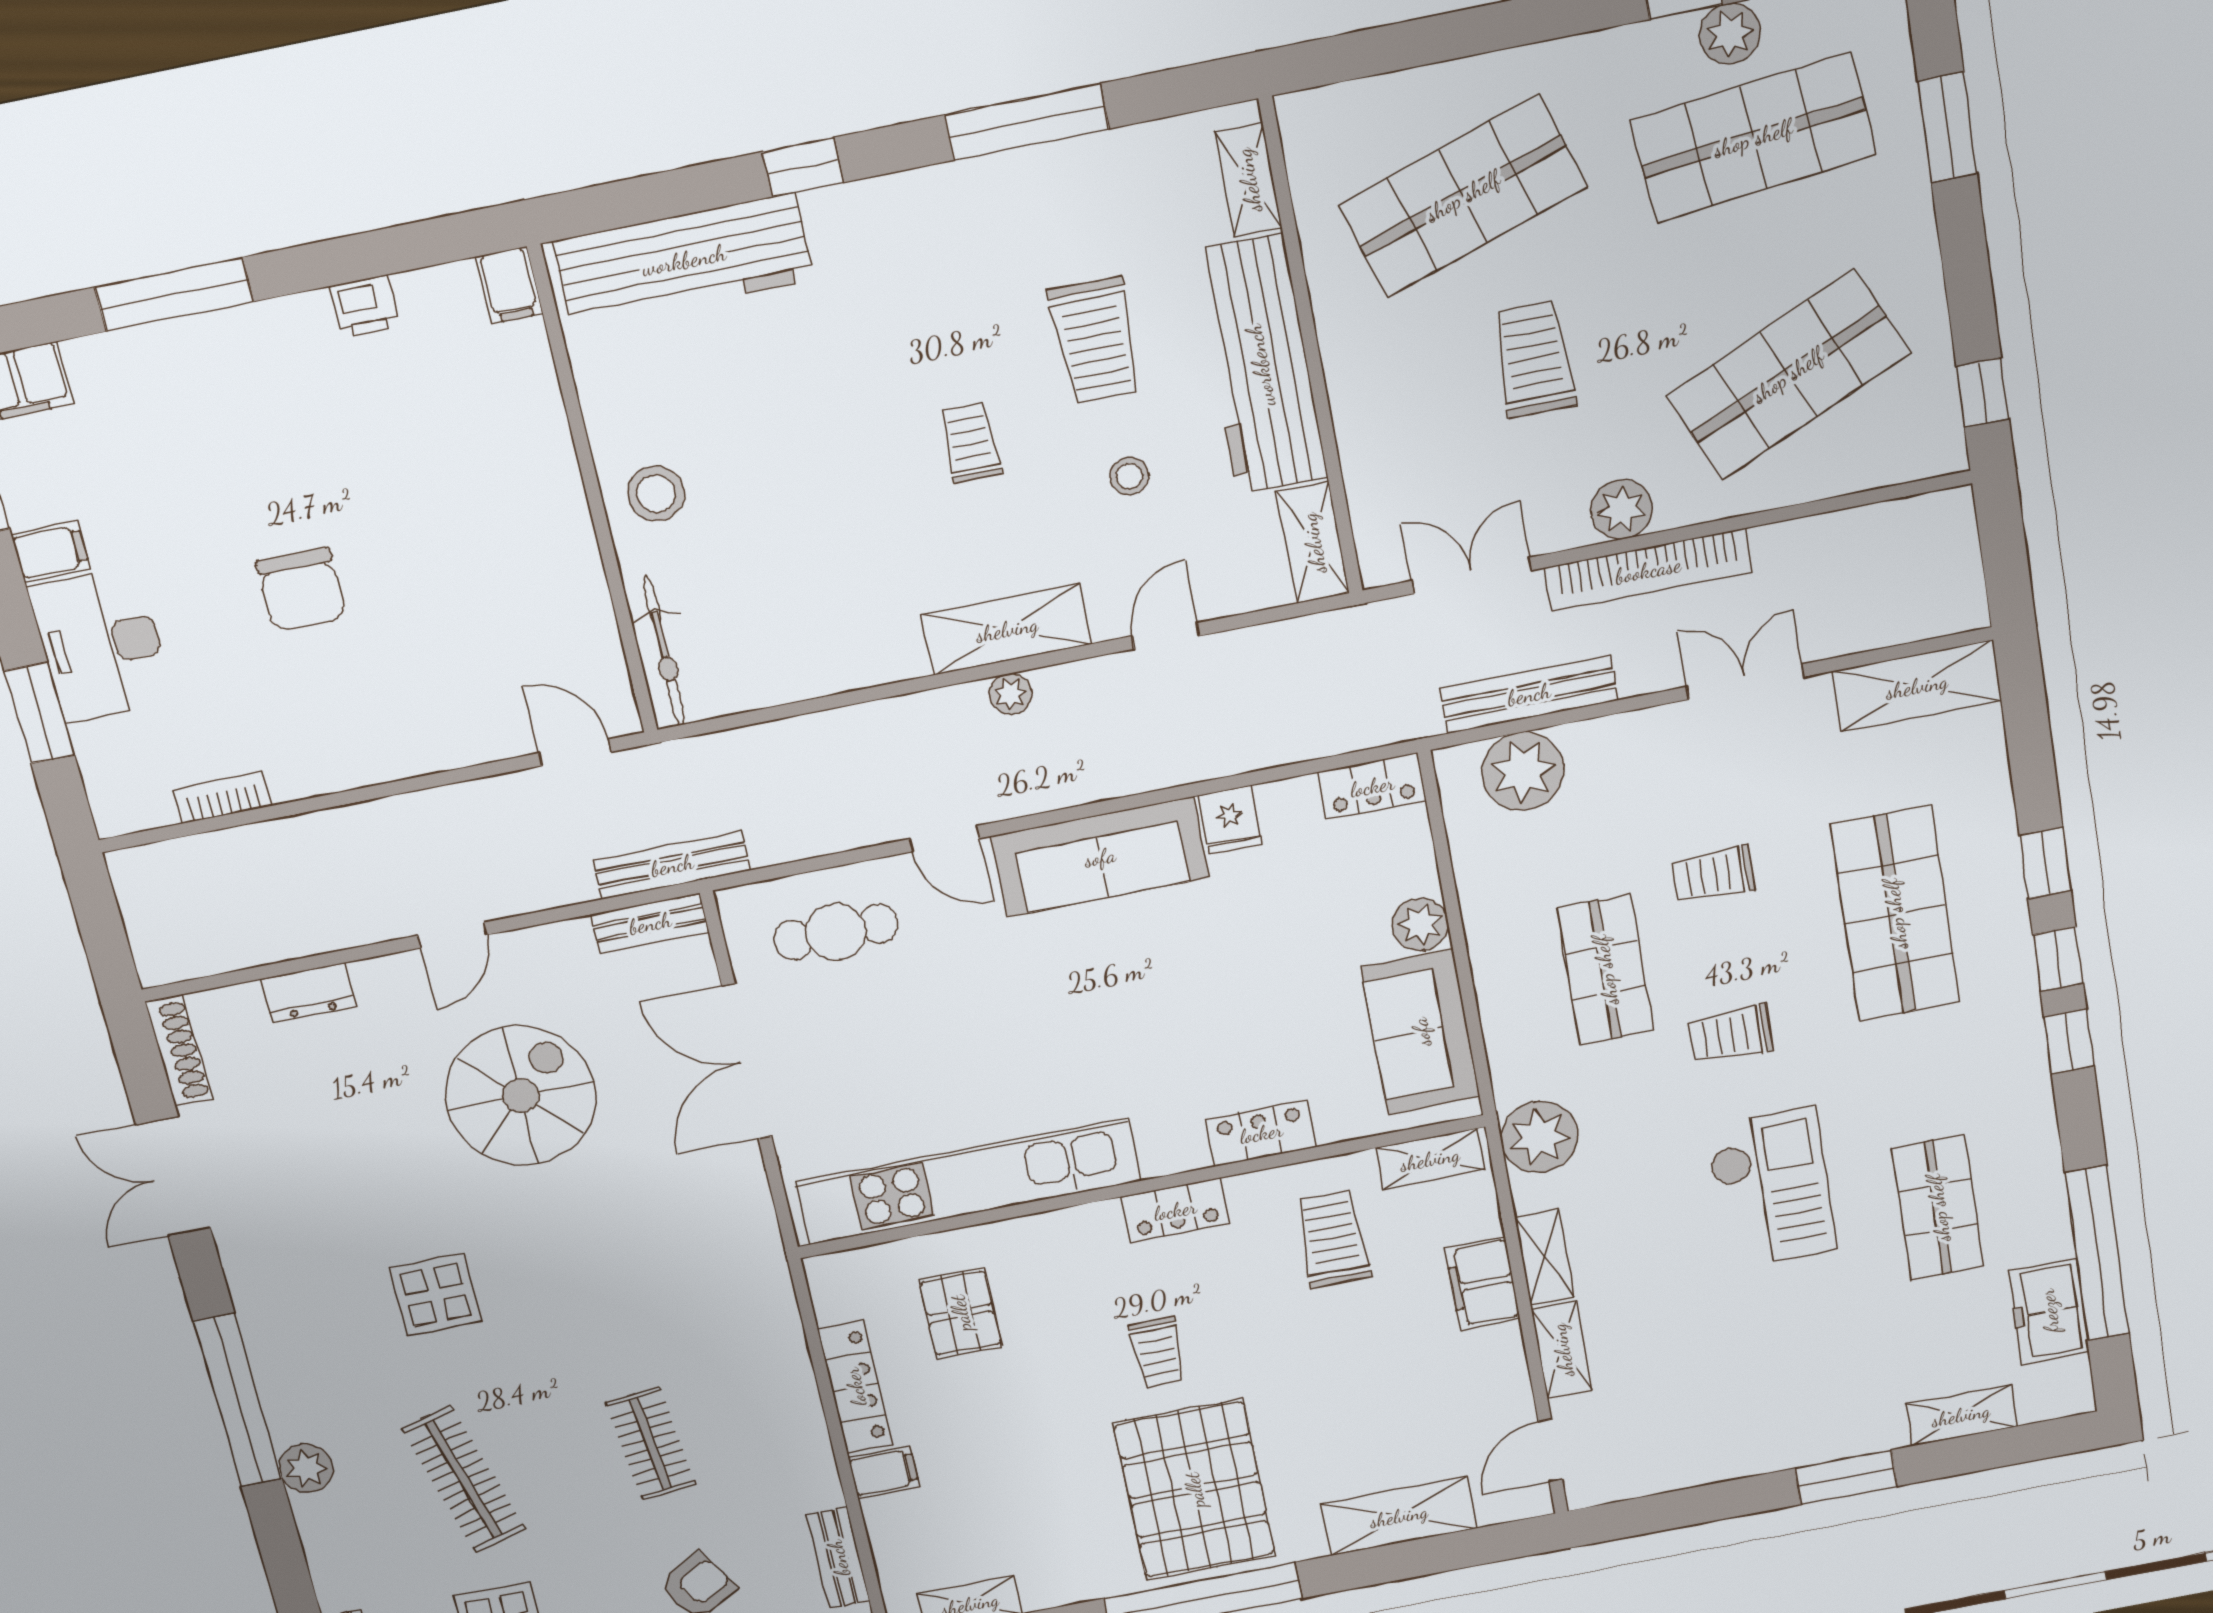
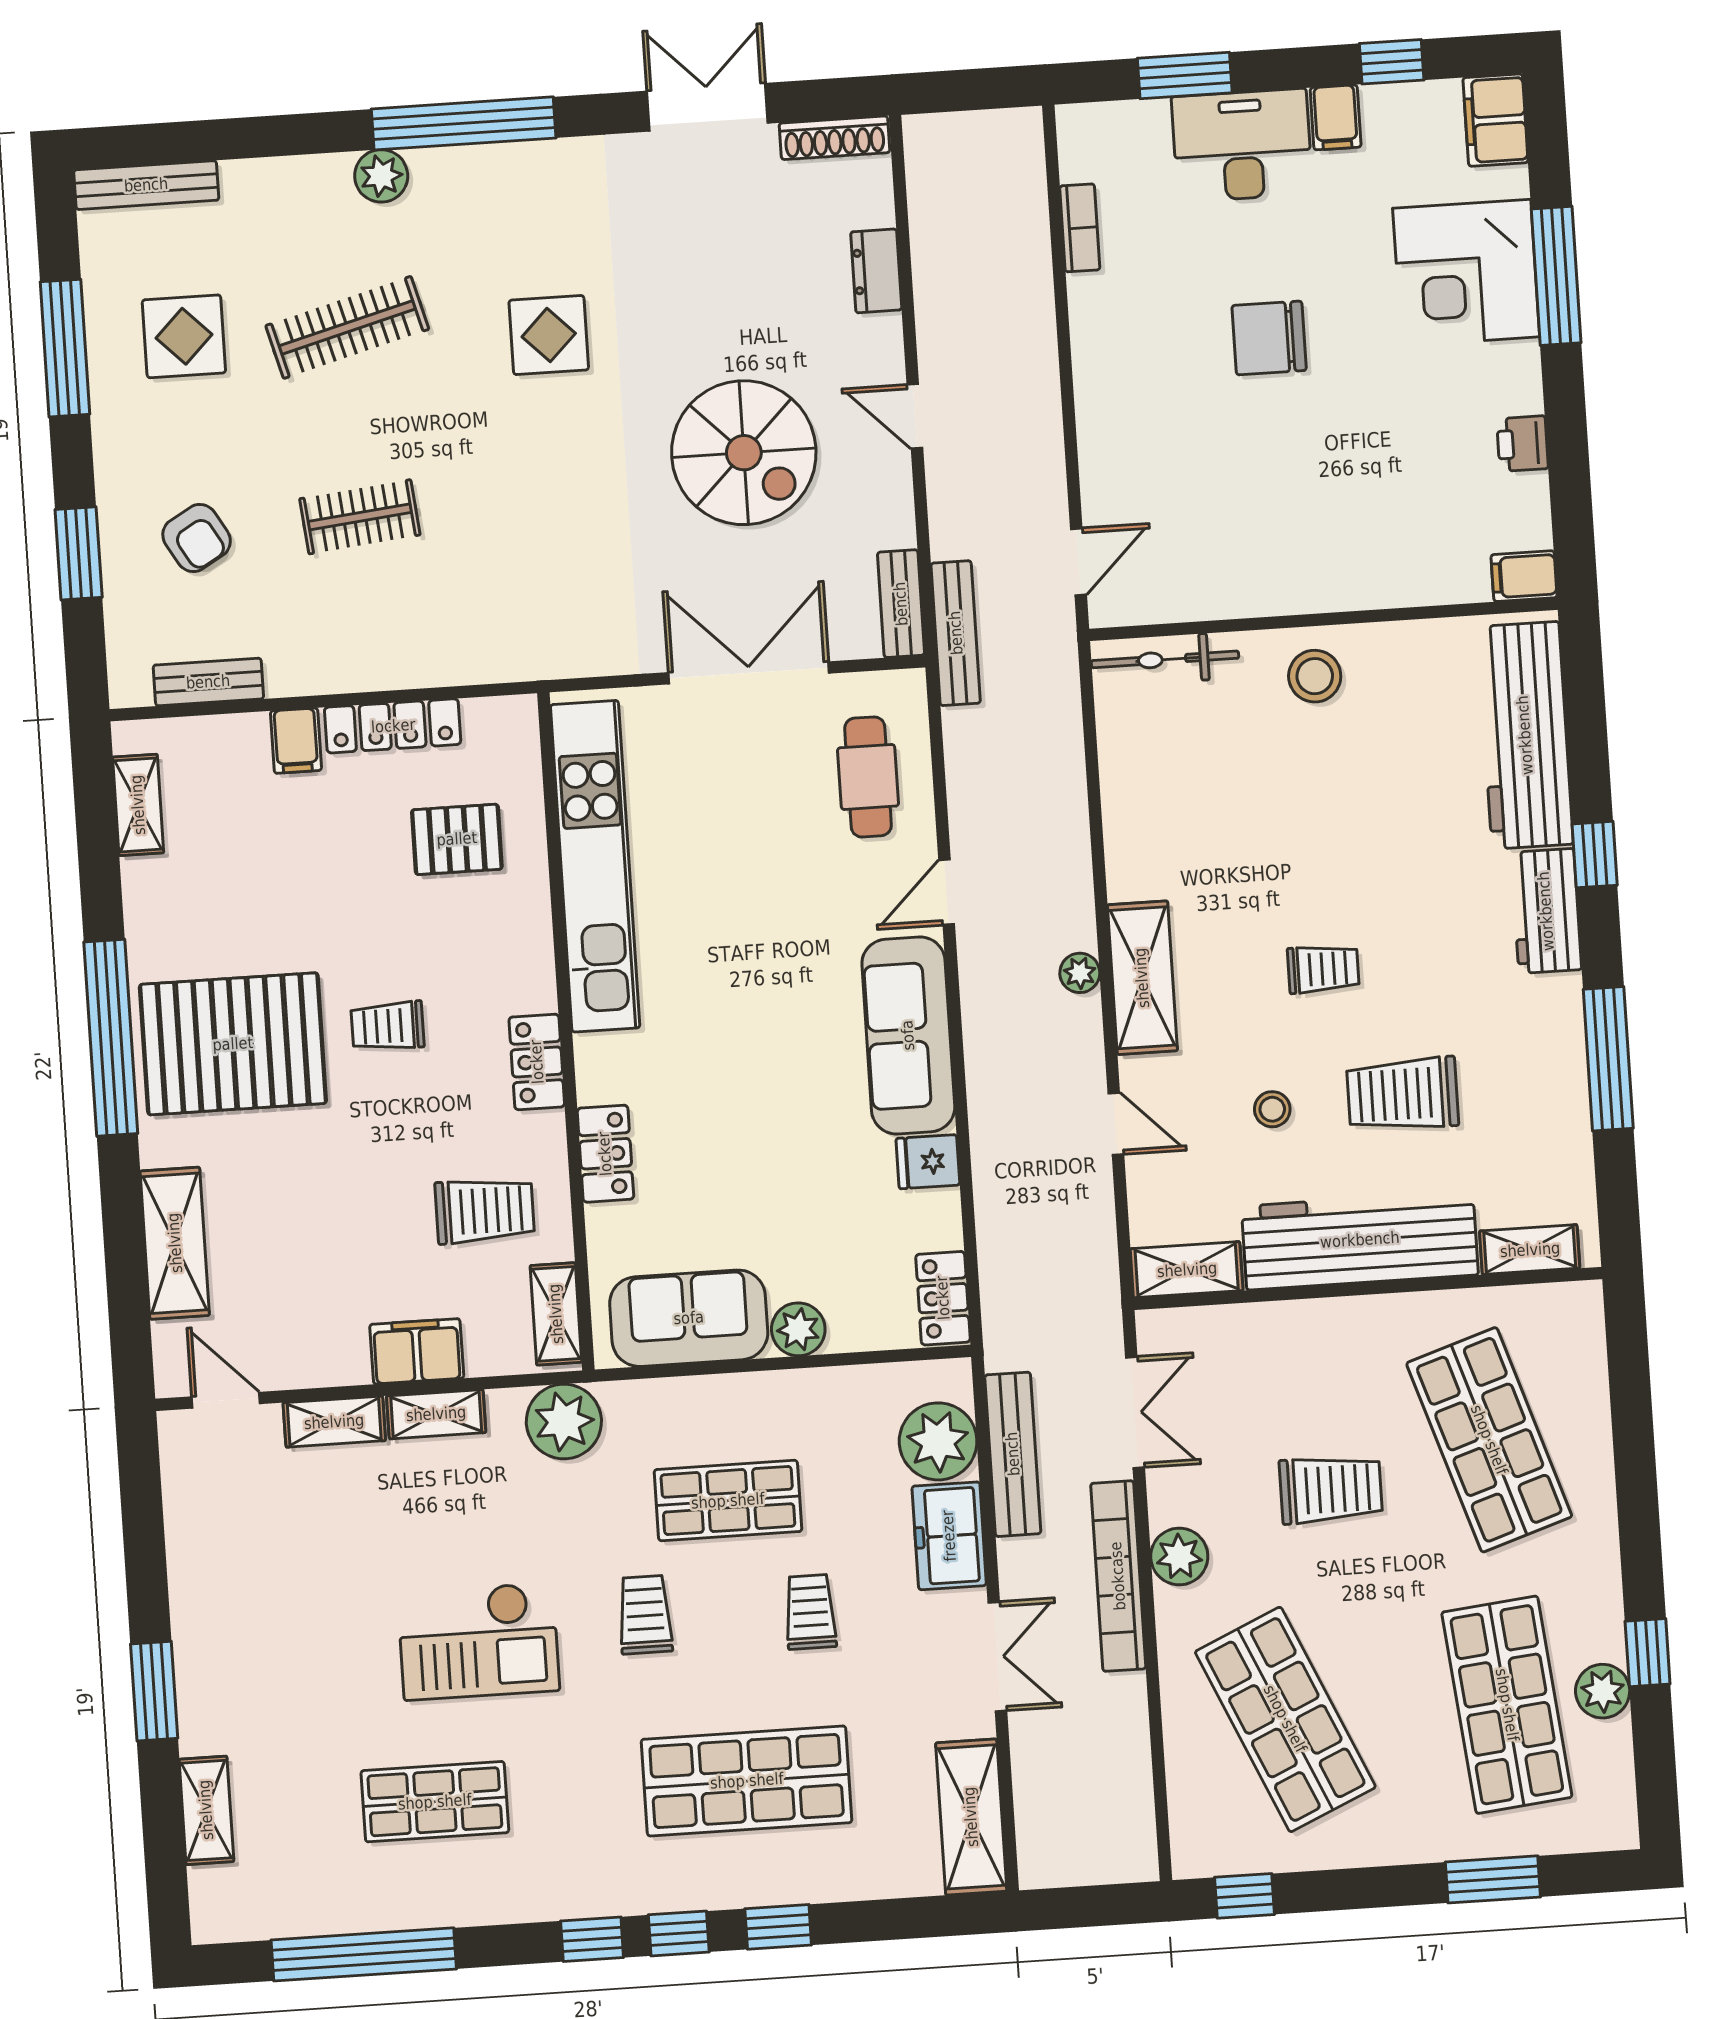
workbench: (873, 212) -> (1546, 911), added
corner desk: (190, 392) -> (1466, 273), added
freezer: (2049, 1311) -> (949, 1536), moved, turned -90

